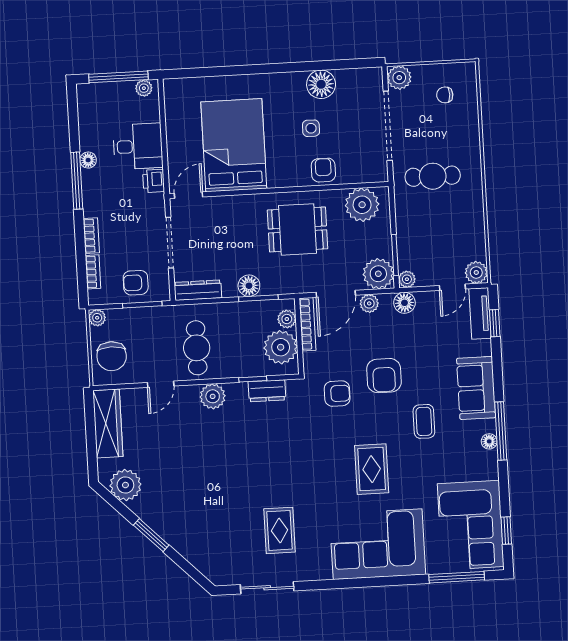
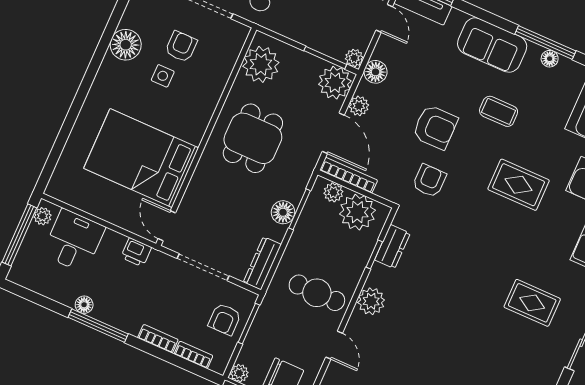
desk: (138, 146) -> (74, 241), moved
armchair: (323, 170) -> (181, 47), moved, turned 90

